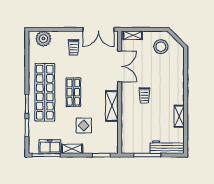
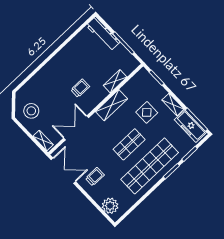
shelving: (179, 116) -> (115, 81), moved
freezer: (50, 147) -> (190, 126), width x1.40

